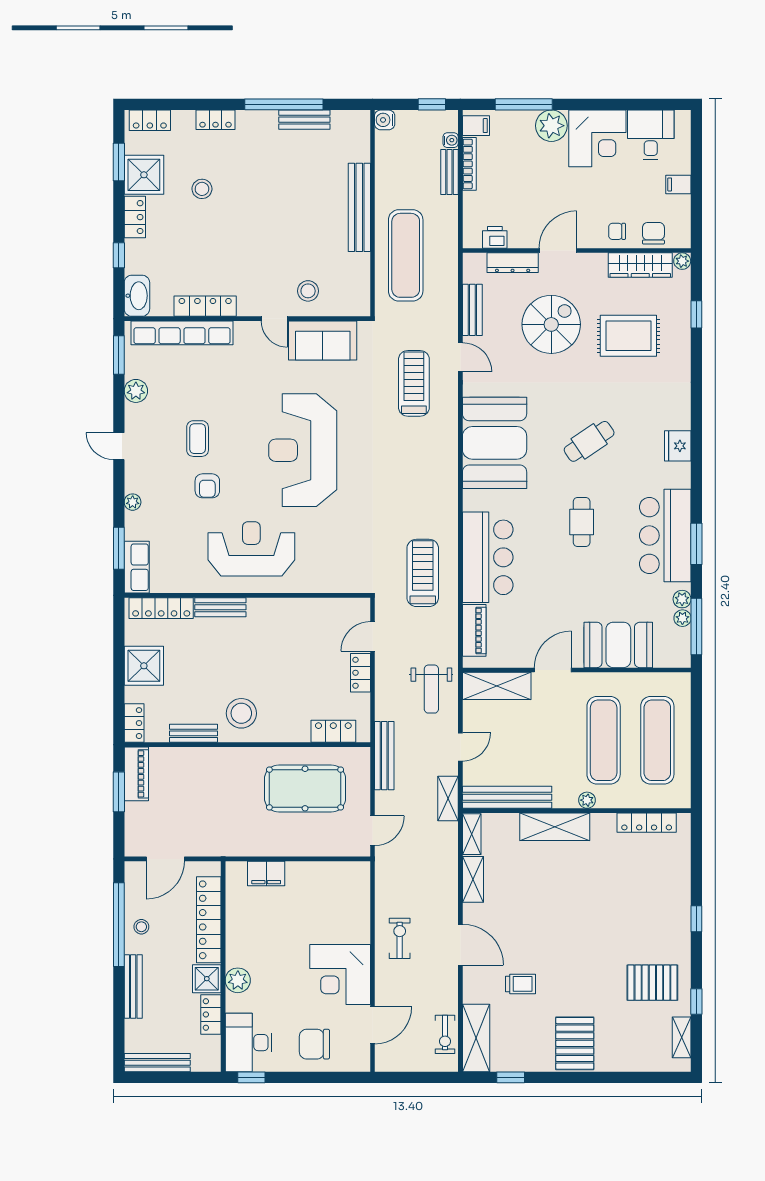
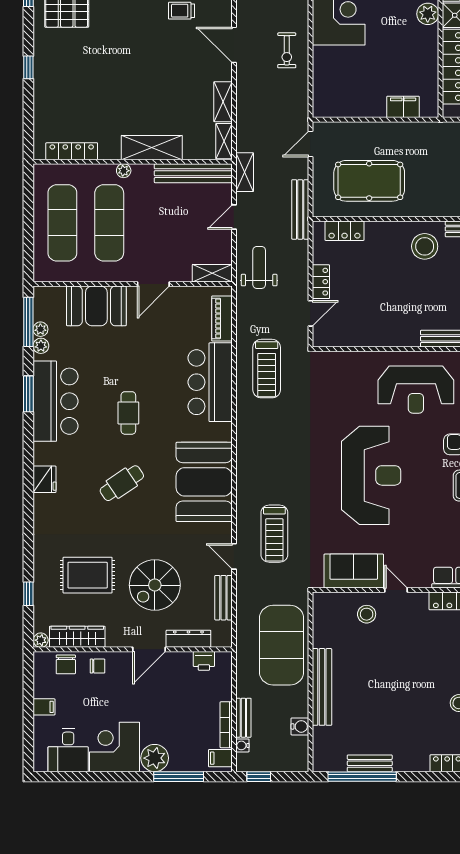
window: (284, 104) -> (362, 777), moved
water cooler: (385, 120) -> (300, 726), moved
exercise mat: (406, 255) -> (282, 645), width x1.47
shelving: (497, 686) -> (212, 273), width x0.67, depth x0.75

